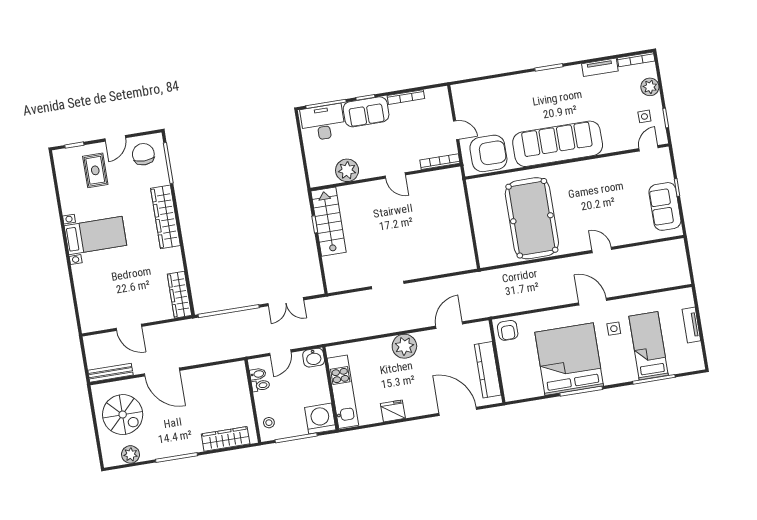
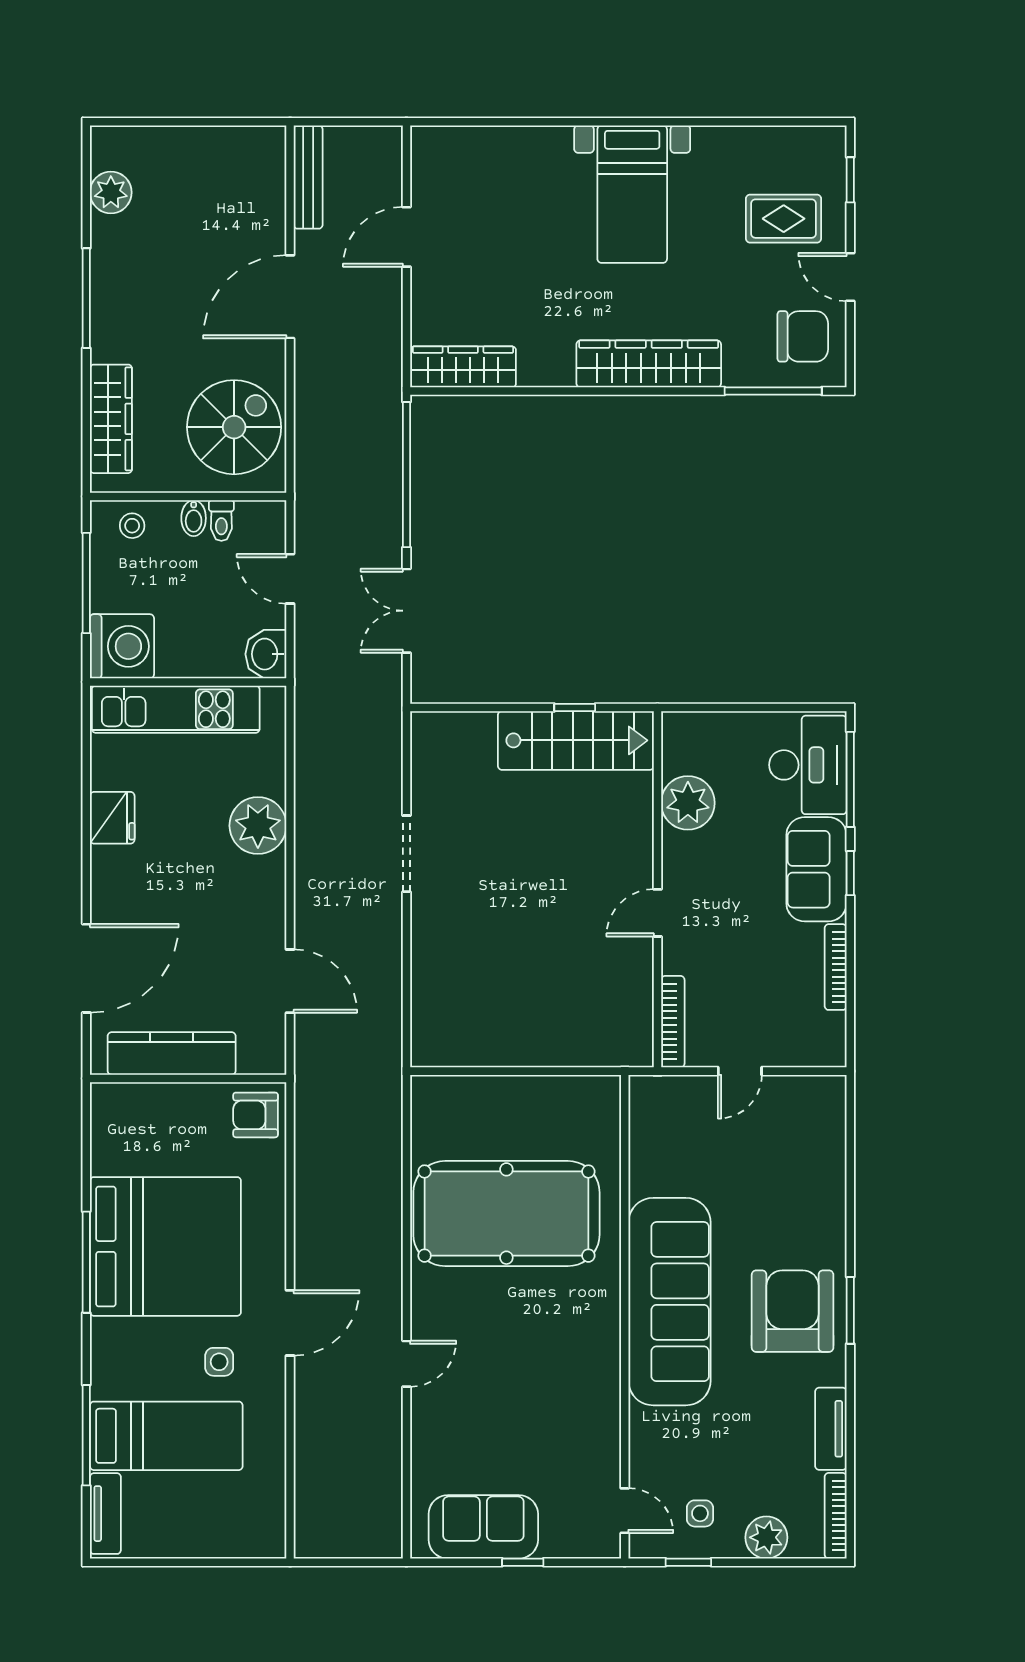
armchair: (488, 153) -> (793, 1311), moved, turned 180
tv unit: (691, 325) -> (105, 1514), moved, turned 90
plant: (404, 346) -> (258, 826), moved
bidet: (258, 374) -> (194, 518), moved
spiral stairs: (123, 415) -> (234, 427), moved, turned 180

